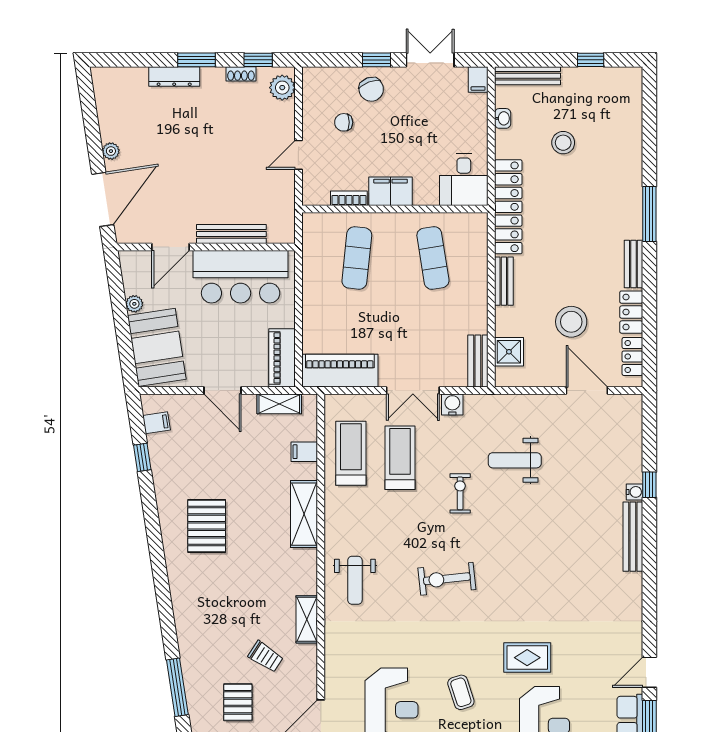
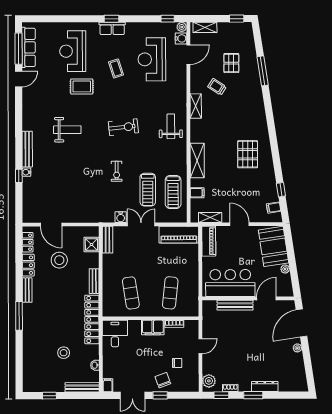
weight bench: (515, 460) -> (67, 130), moved

